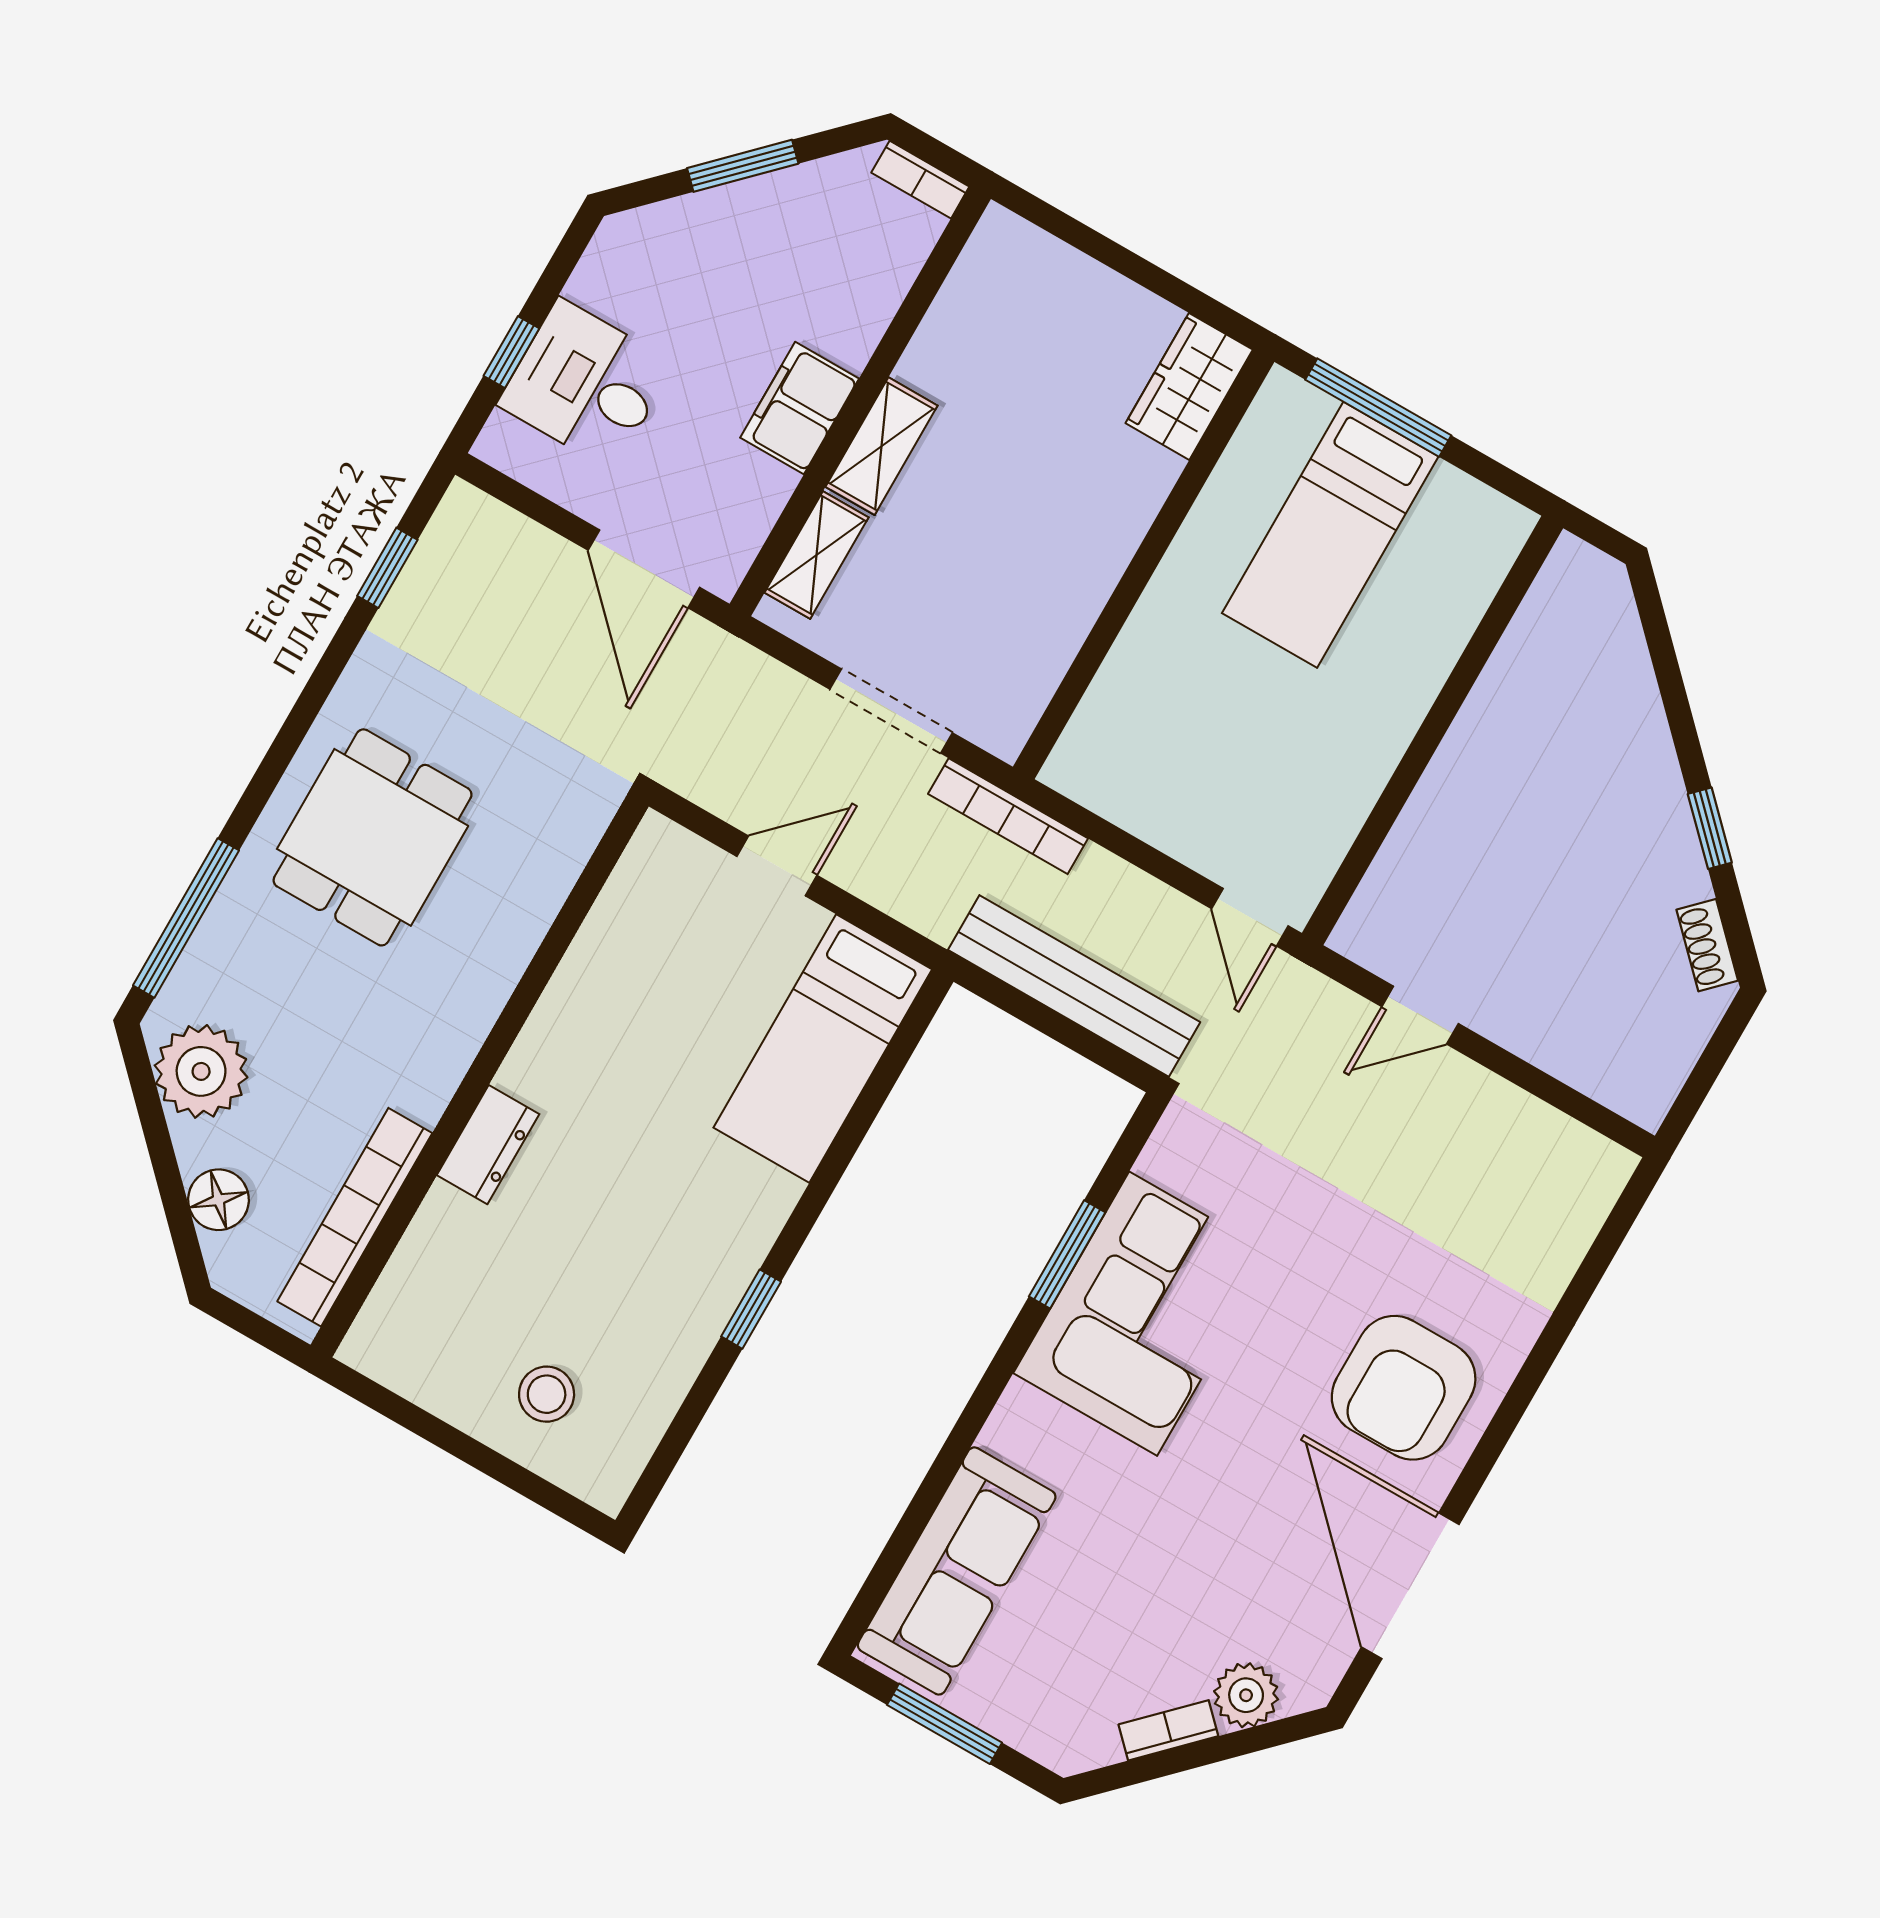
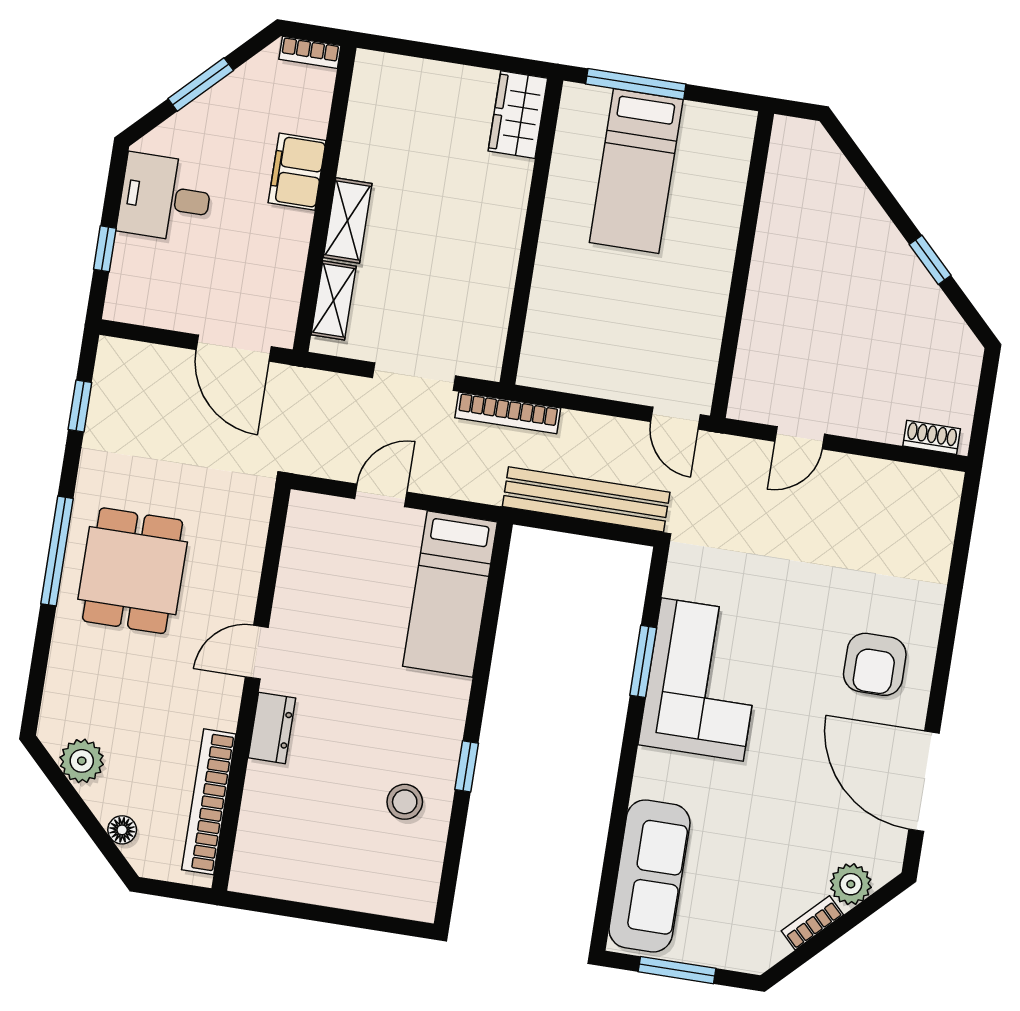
desk: (586, 384) -> (165, 198), moved
filing cabinet: (800, 408) -> (297, 172), moved
window: (186, 918) -> (57, 551), moved
shoe rack: (1707, 945) -> (932, 437), moved, turned 135
door: (508, 1026) -> (257, 652), added
plant: (201, 1071) -> (82, 761), width x0.73, depth x0.73
floor lamp: (219, 1200) -> (122, 830), width x0.73, depth x0.73
armchair: (1404, 1388) -> (875, 664), width x0.73, depth x0.73
stool: (547, 1394) -> (405, 802), moved

